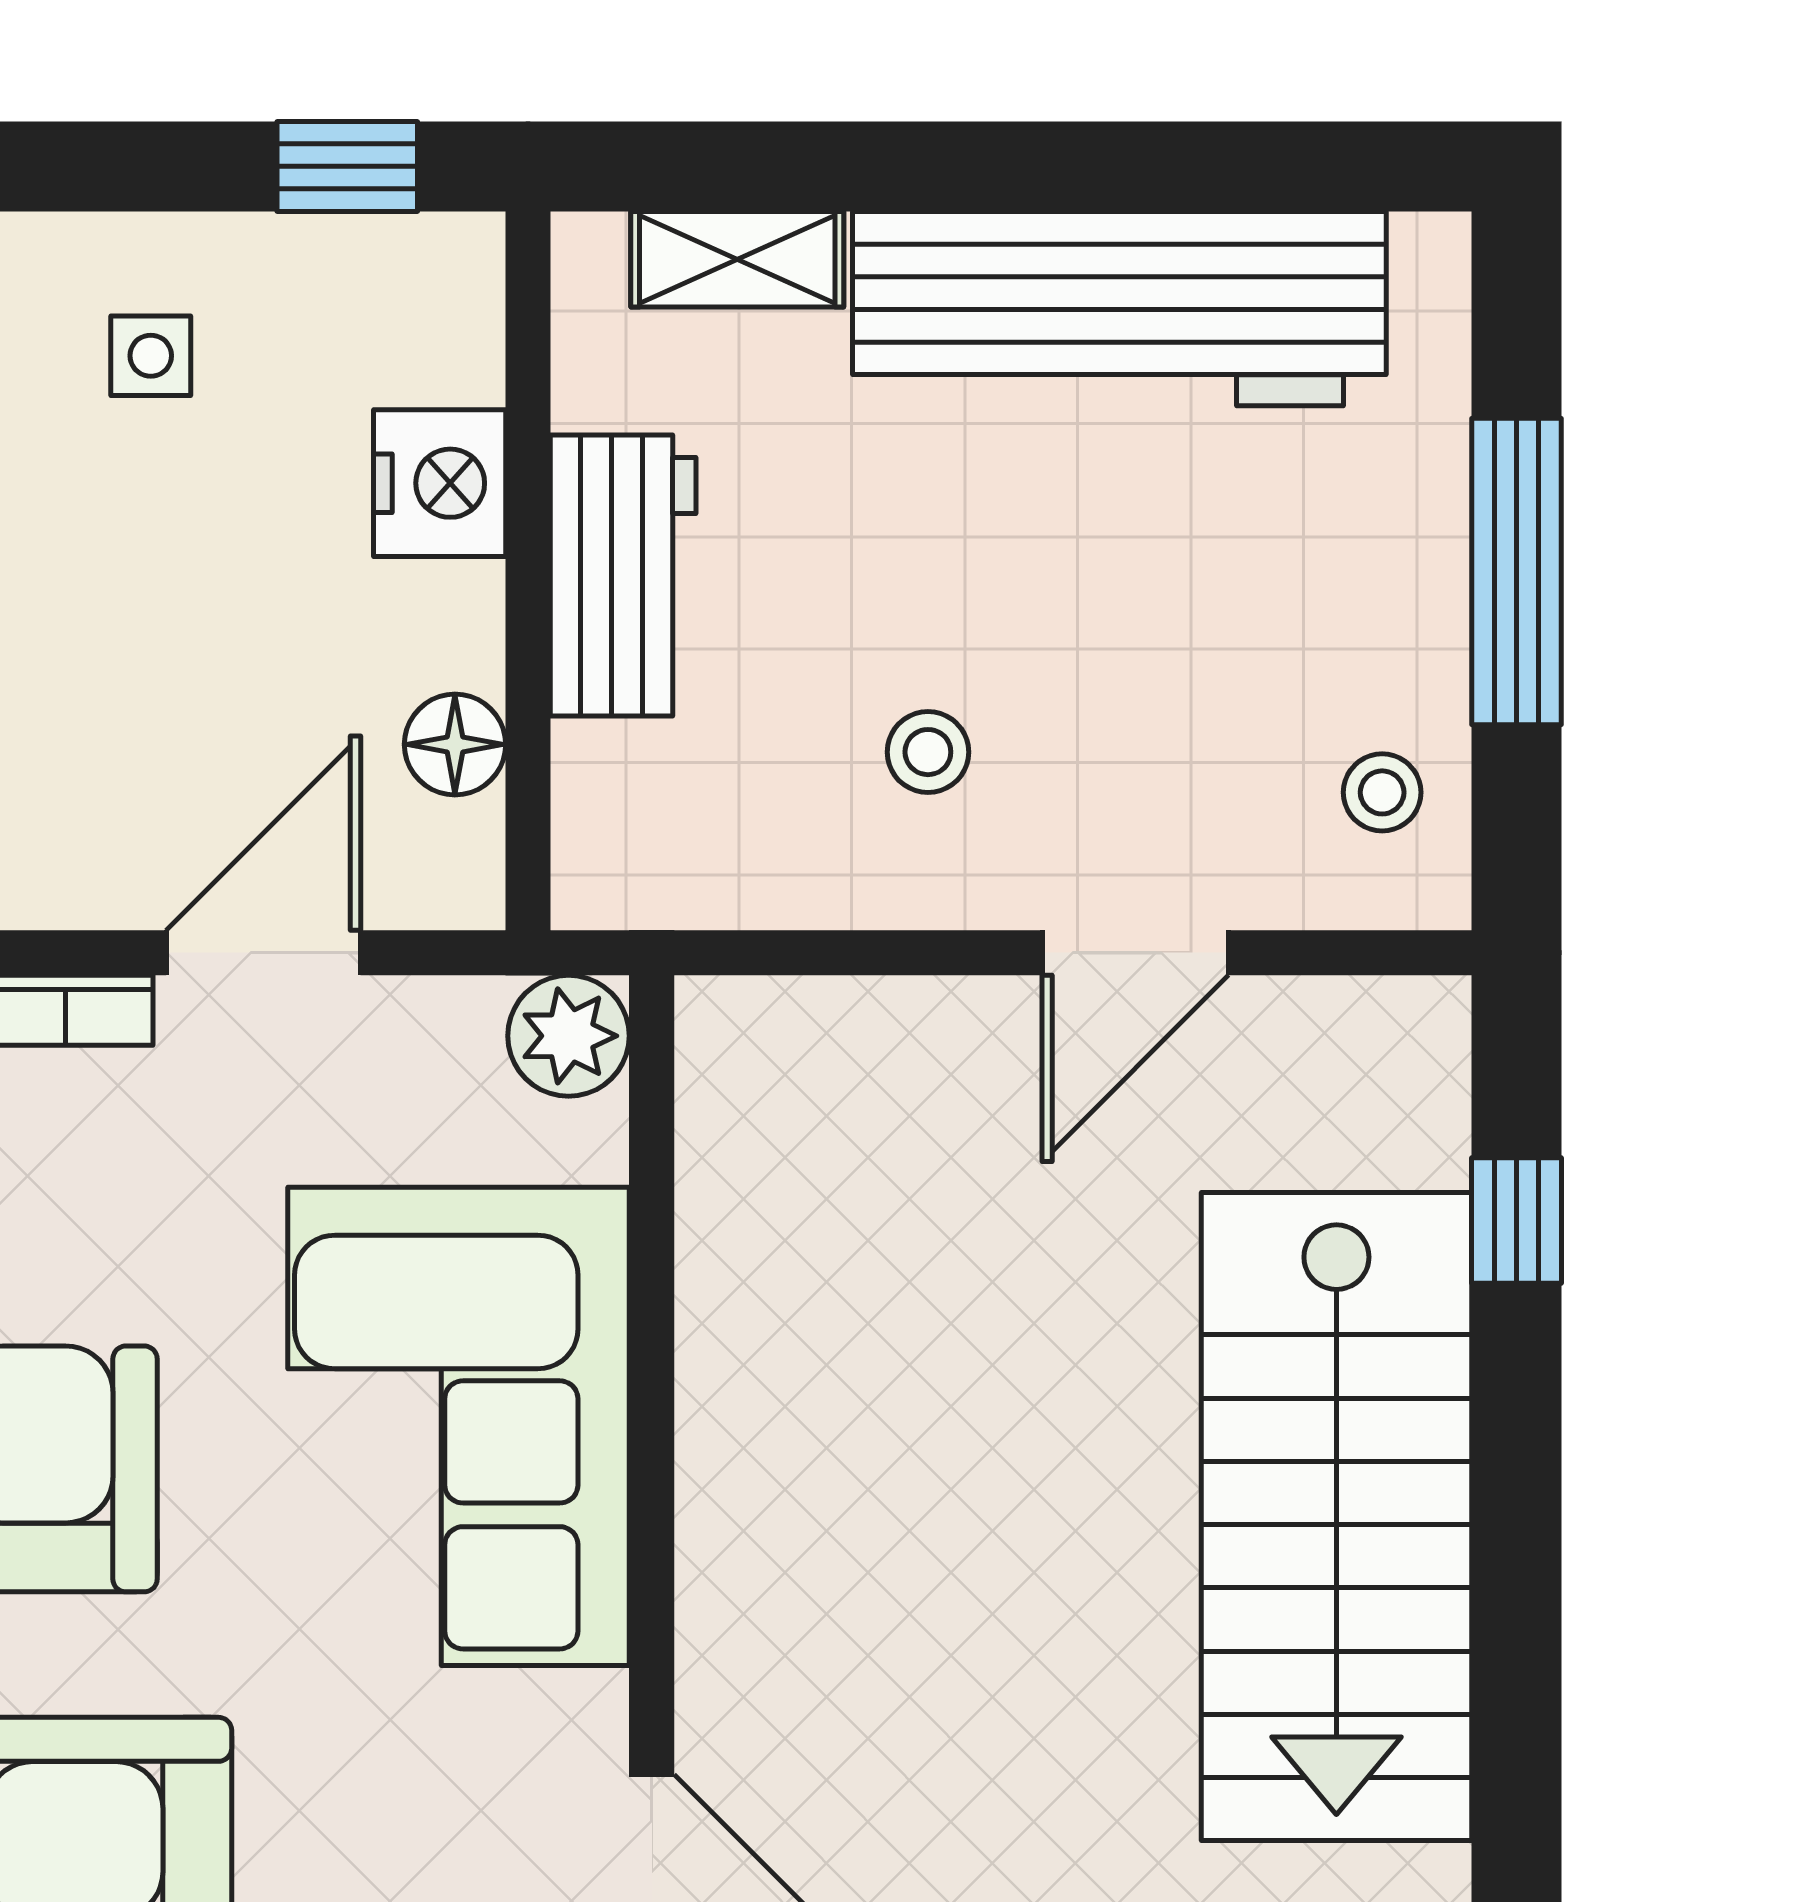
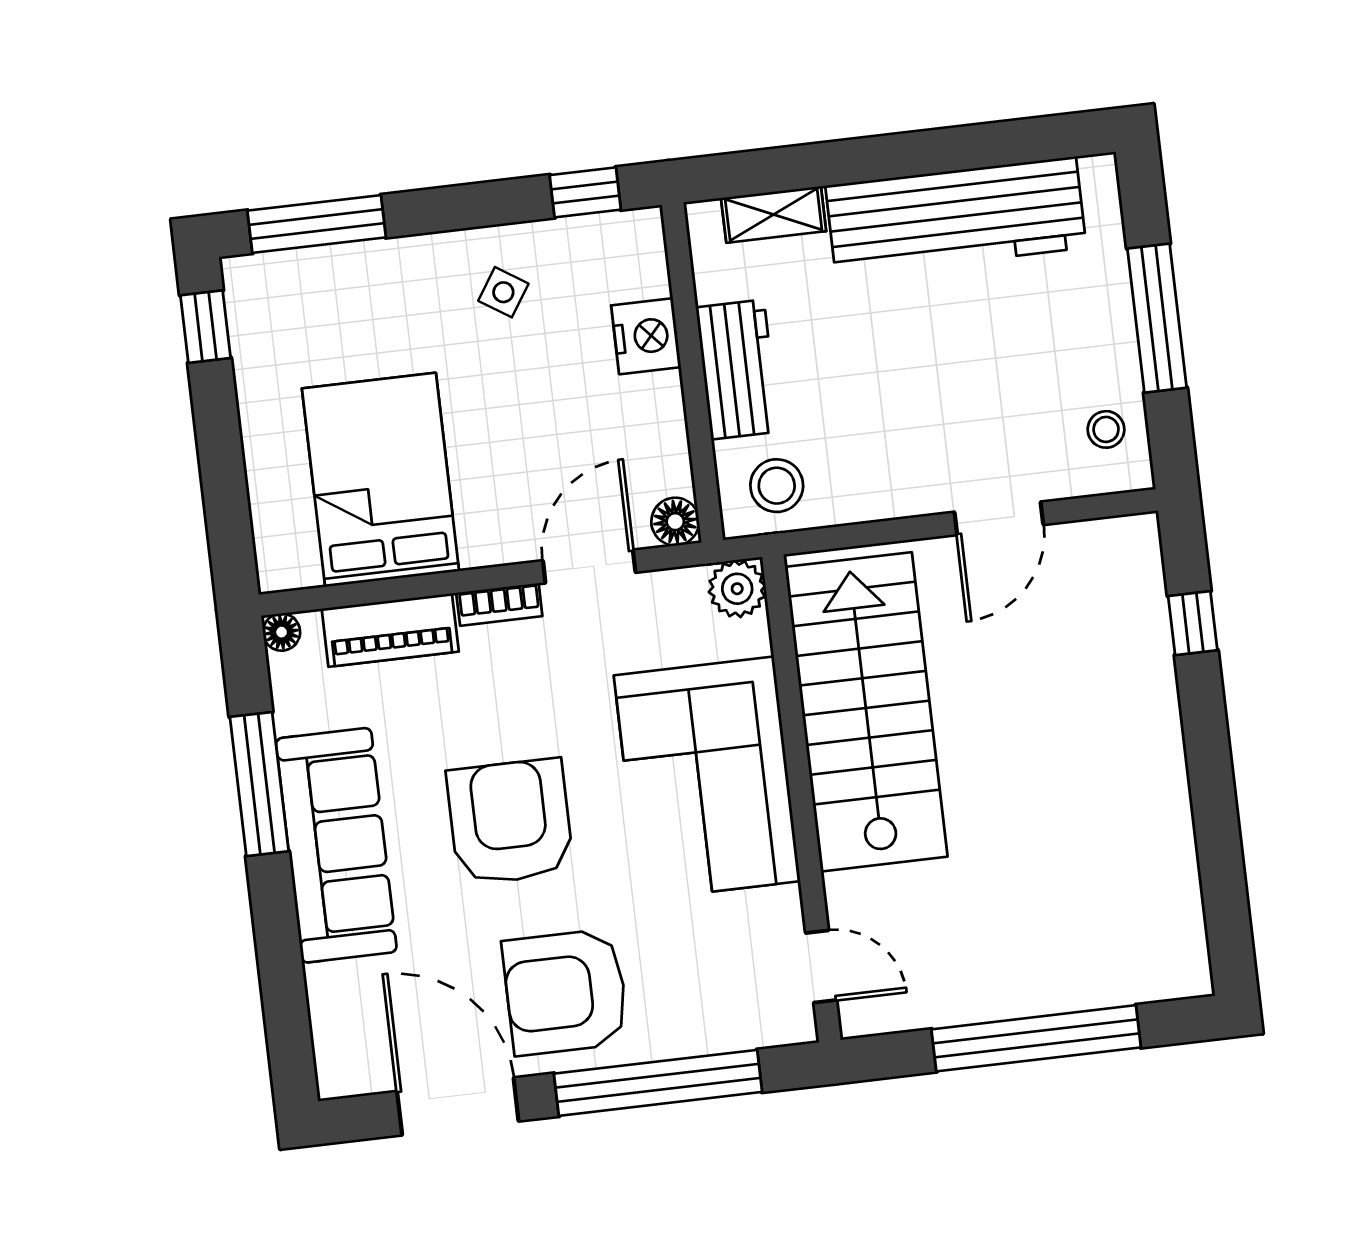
side table: (151, 356) -> (503, 292), turned 33
floor lamp: (455, 744) -> (675, 522), moved
stool: (928, 752) -> (777, 486), moved, width x1.37, depth x1.37
stairs: (1336, 1516) -> (866, 712), moved, turned 180

